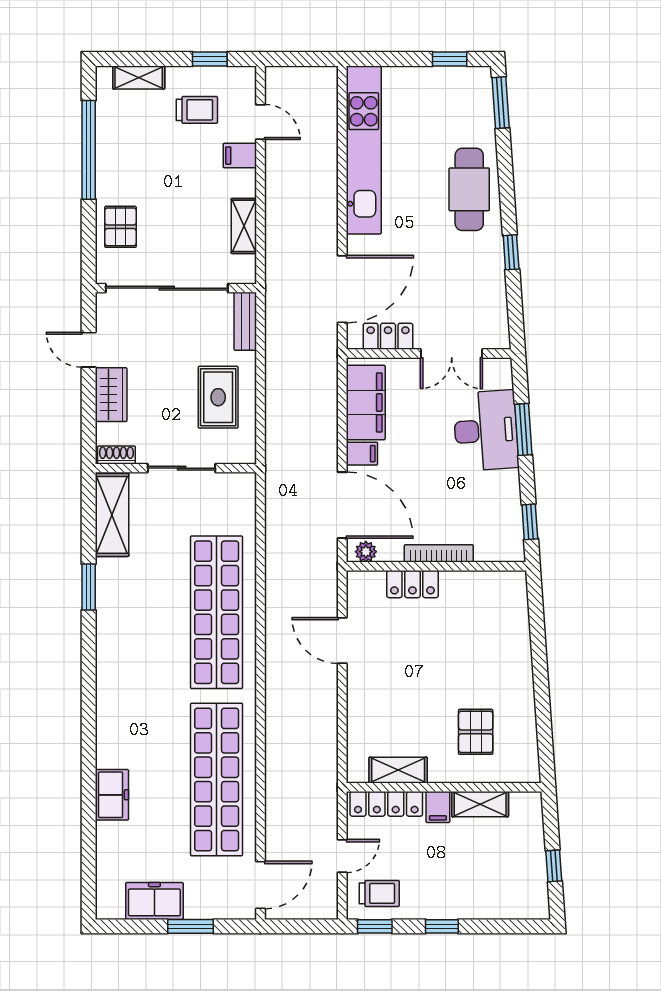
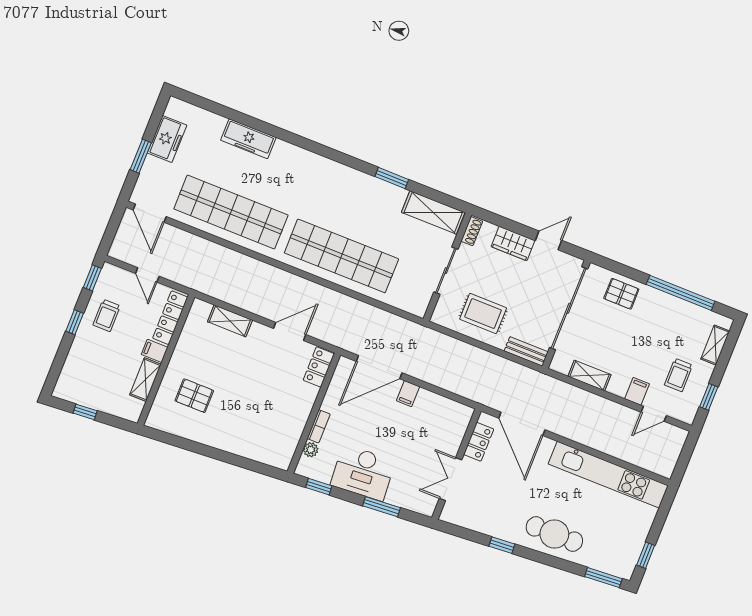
filing cabinet: (366, 403) -> (441, 410), removed
desk: (486, 431) -> (363, 473), moved
plant: (366, 552) -> (311, 450), moved
bookcase: (439, 553) -> (319, 426), width x0.64
locker: (412, 584) -> (319, 367), moved
shelving: (398, 770) -> (230, 321), moved, turned 90
freezer: (112, 795) -> (248, 139), width x1.40
trolley: (379, 893) -> (107, 315), moved

